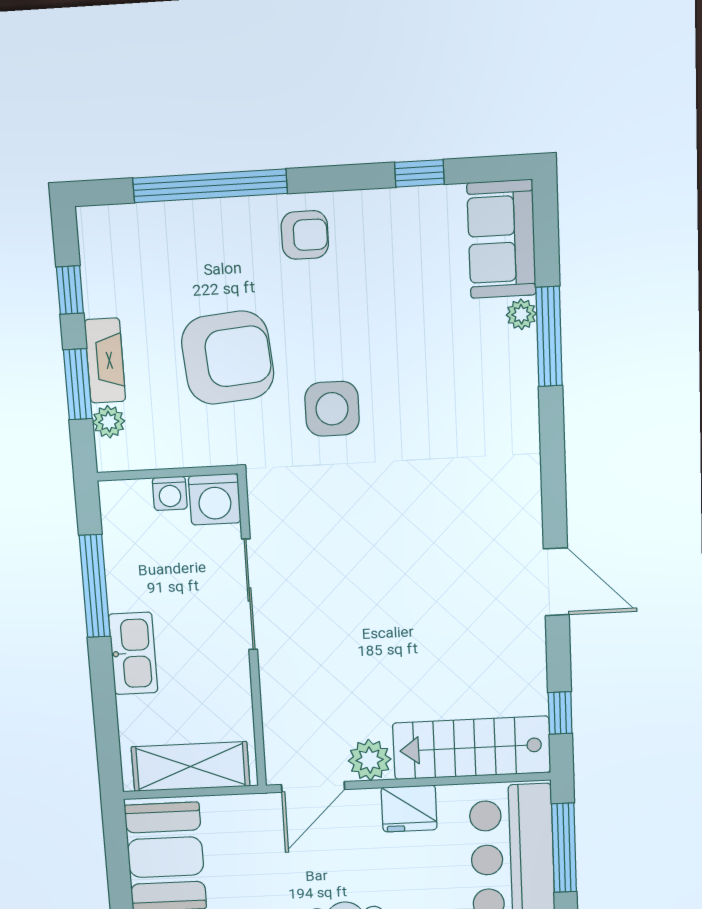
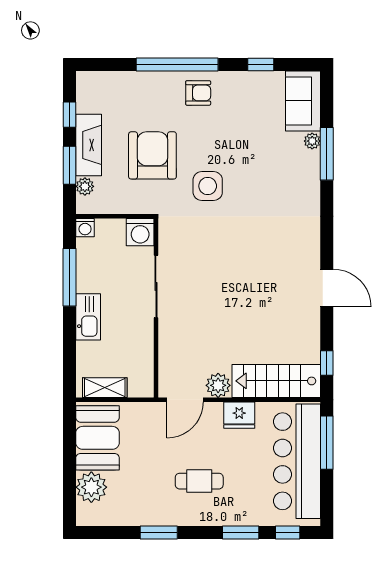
window: (210, 186) -> (177, 65), moved
armchair: (228, 358) -> (152, 155), turned -85
fireplace: (105, 361) -> (89, 145), width x1.37, depth x1.32
washing machine: (170, 493) -> (85, 228), moved
shelving: (191, 767) -> (105, 388), width x0.67, depth x0.75

